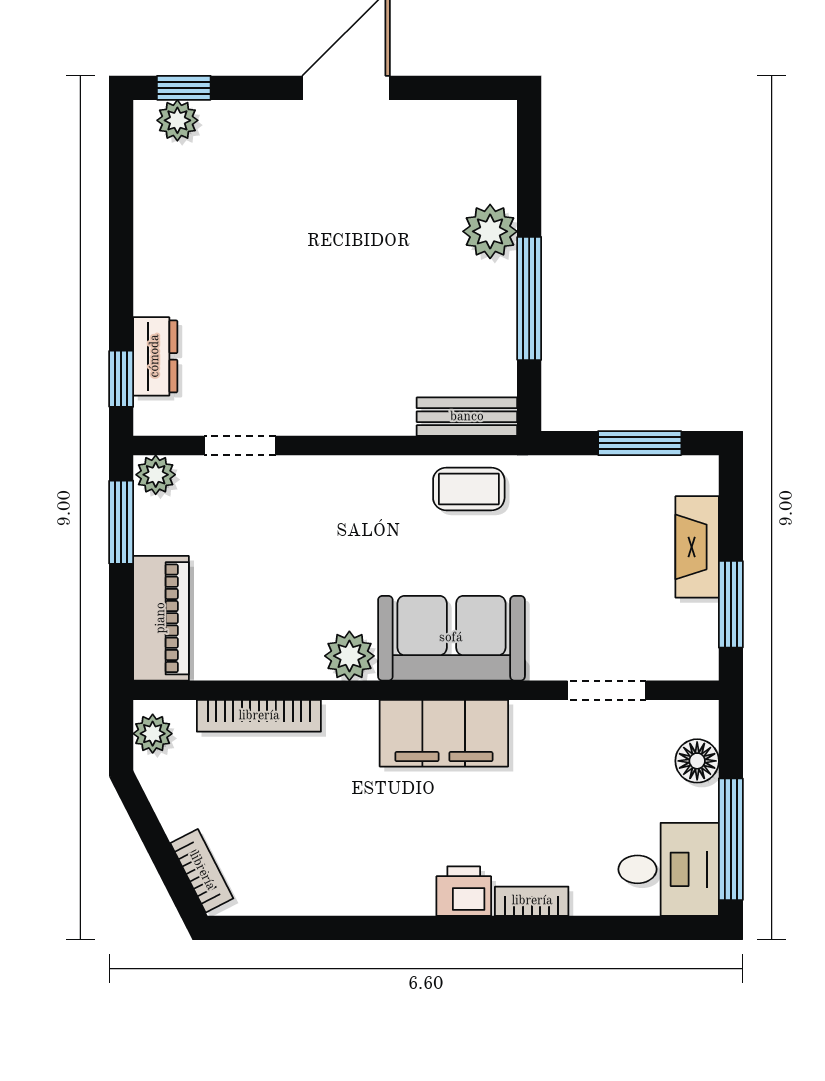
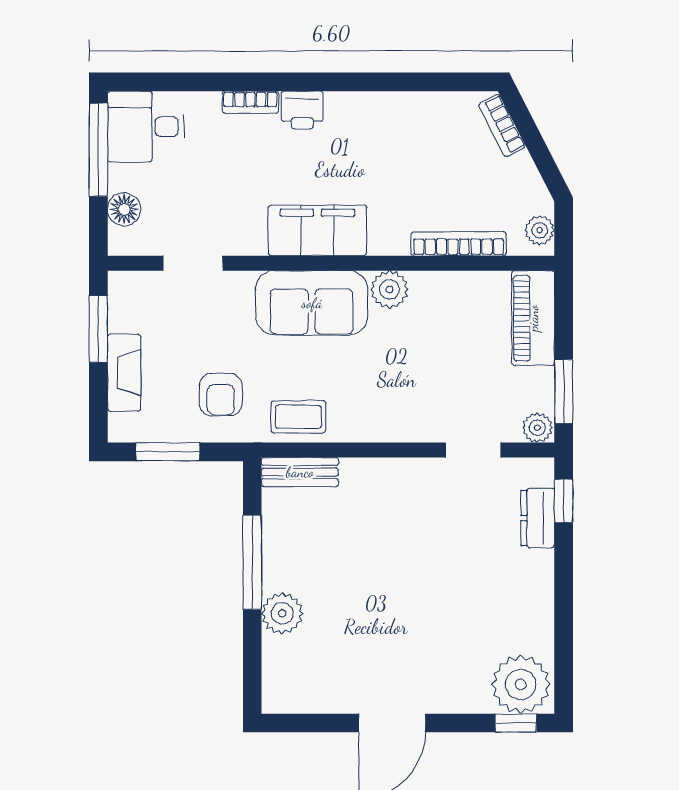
plant: (177, 120) -> (521, 684), width x1.88, depth x1.88
armchair: (571, 518) -> (221, 395), added

